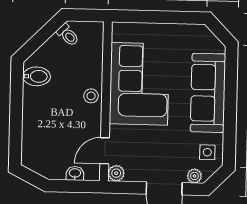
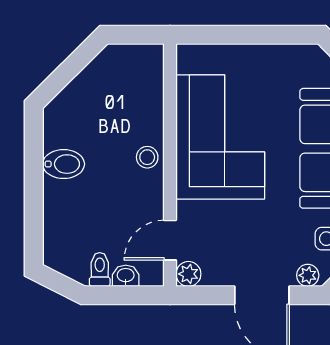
toilet: (68, 35) -> (100, 269), moved, turned -135
bidet: (37, 76) -> (64, 164), moved

